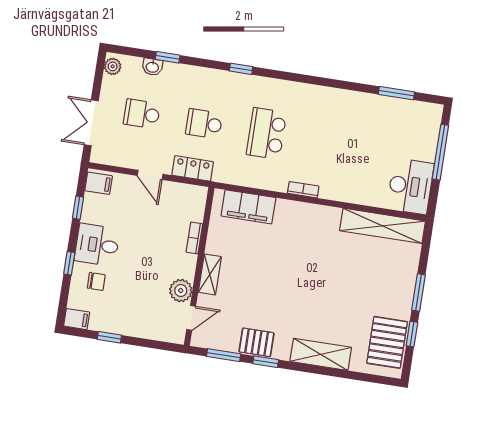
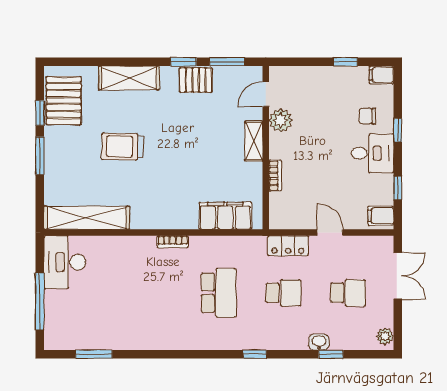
washbasin: (152, 67) -> (319, 342), moved
trolley: (337, 289) -> (122, 147), added

